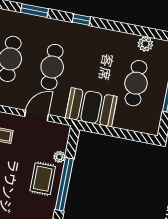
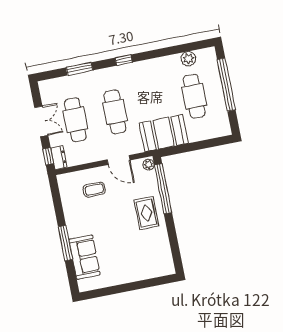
door: (37, 116) -> (119, 160), swing flipped
plant: (59, 157) -> (149, 165), moved
window: (64, 184) -> (163, 189), moved

